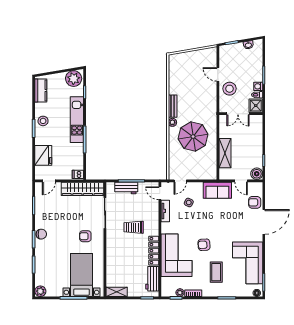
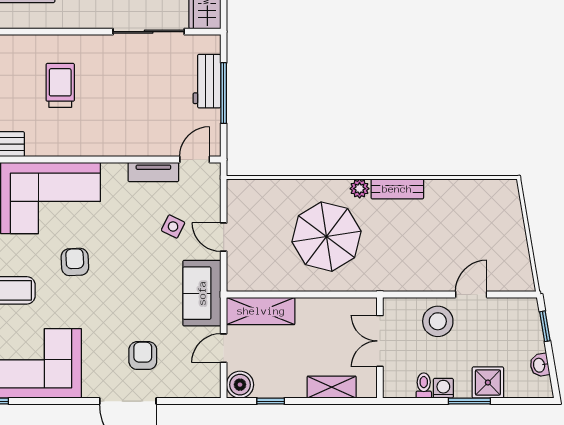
shower: (256, 106) -> (488, 382), moved
shelving: (258, 134) -> (332, 387), added
shelving: (225, 153) -> (261, 311), moved
door: (180, 181) -> (224, 237), moved
armchair: (255, 202) -> (143, 356), moved
trolley: (134, 227) -> (60, 85), moved
locker: (154, 251) -> (61, 145), removed

